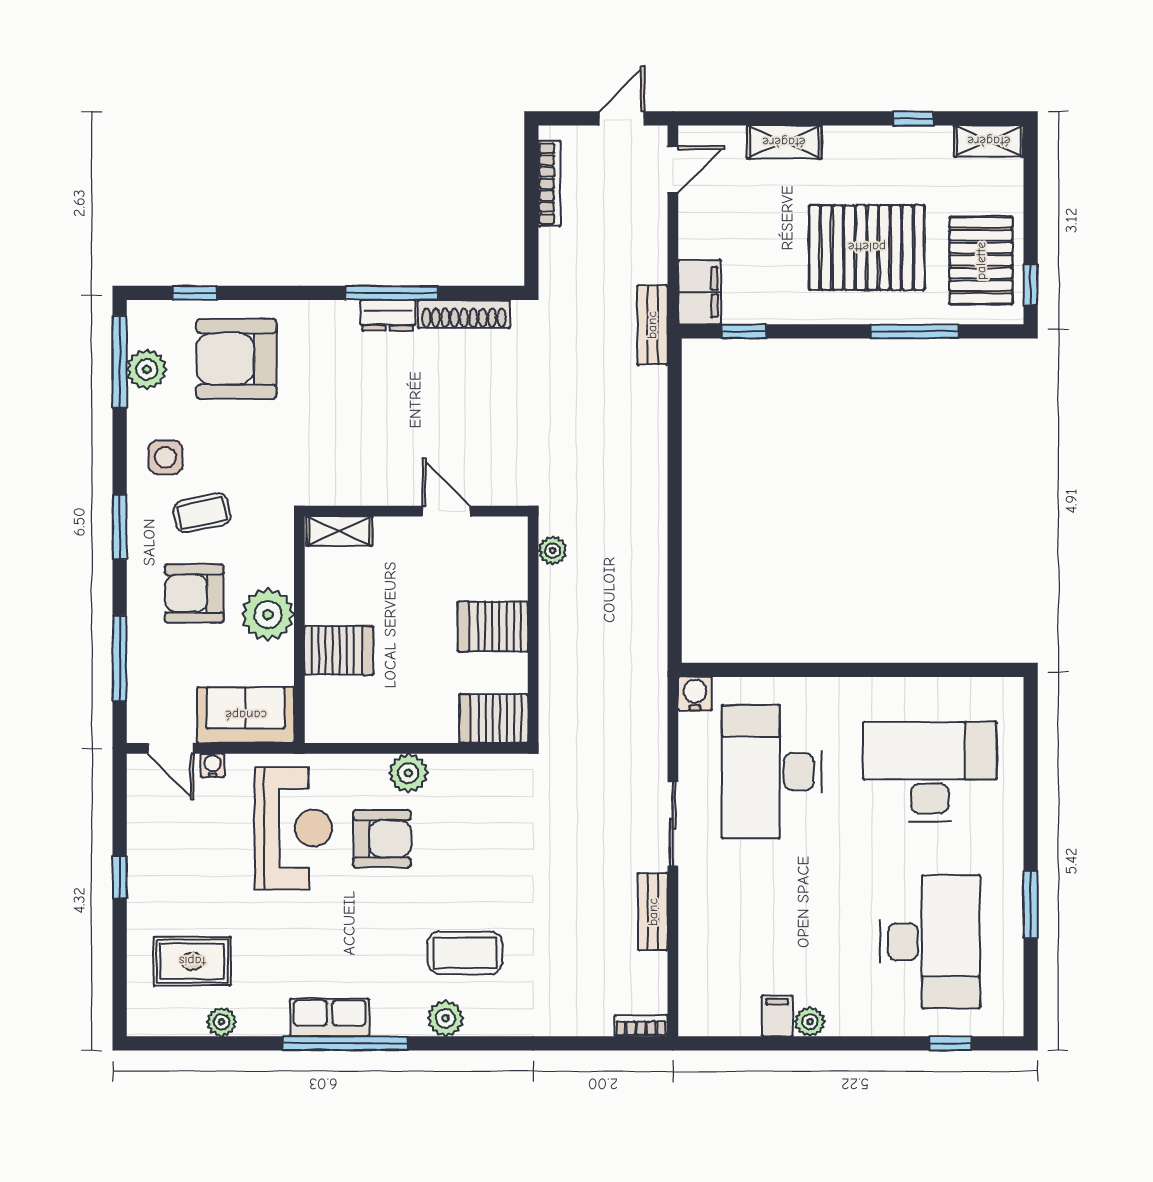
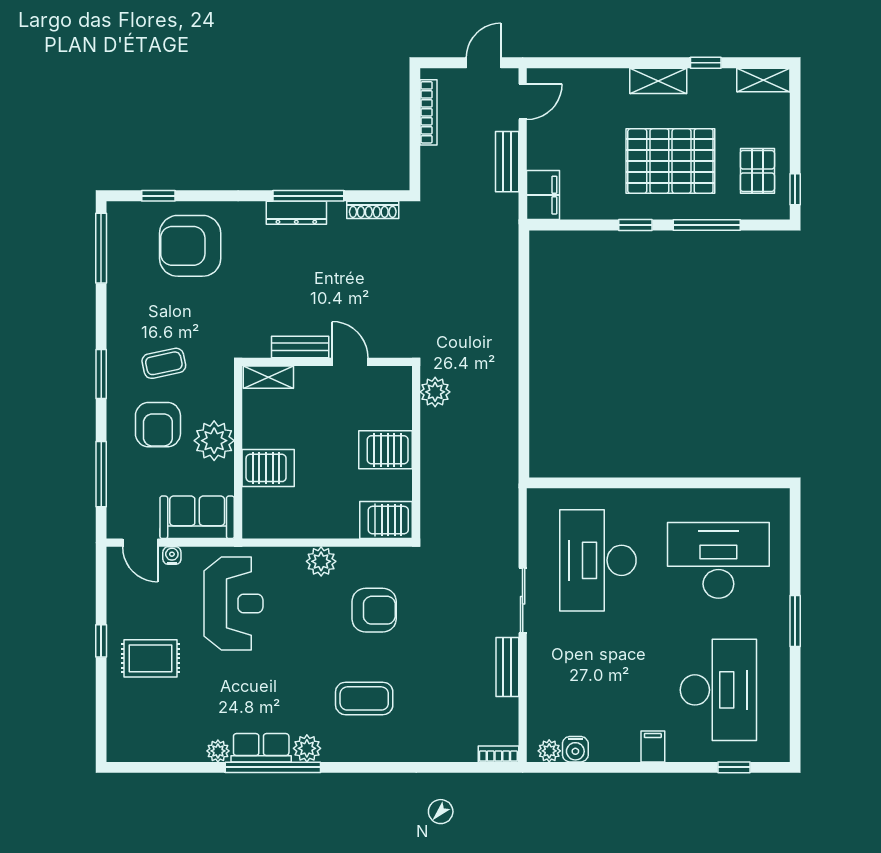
shelving: (784, 142) -> (658, 81), moved
pallet: (981, 261) -> (757, 171), width x0.67, depth x0.71
shoe rack: (464, 314) -> (373, 210), width x0.74, depth x0.81
dresser: (388, 315) -> (296, 213), width x1.44
bench: (652, 325) -> (507, 162), moved
window: (744, 331) -> (635, 225), moved
plant: (147, 369) -> (122, 254), removed
side table: (165, 457) -> (136, 321), removed
bench: (381, 492) -> (300, 347), added
plant: (553, 551) -> (435, 392), width x1.38, depth x1.38
armchair: (194, 593) -> (158, 425), turned -90
water cooler: (695, 694) -> (575, 749), moved, turned 180
armchair: (382, 839) -> (374, 610), moved
window: (1031, 905) -> (795, 621), moved
rug: (192, 961) -> (151, 658), moved
filing cabinet: (777, 1016) -> (653, 746), moved
plant: (445, 1018) -> (307, 748), moved
plant: (221, 1022) -> (218, 751), moved
plant: (810, 1022) -> (549, 751), moved

